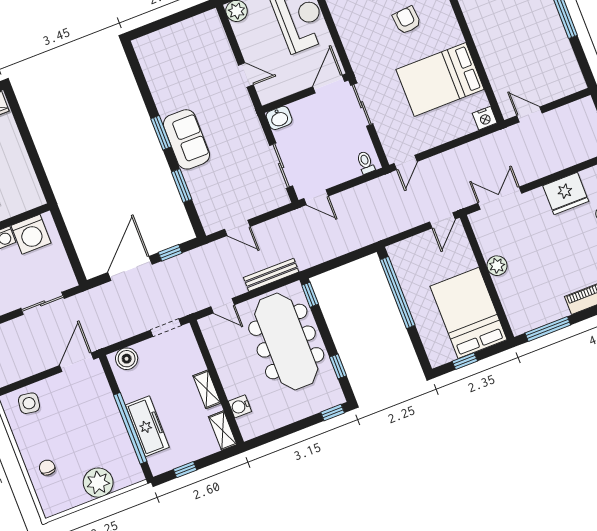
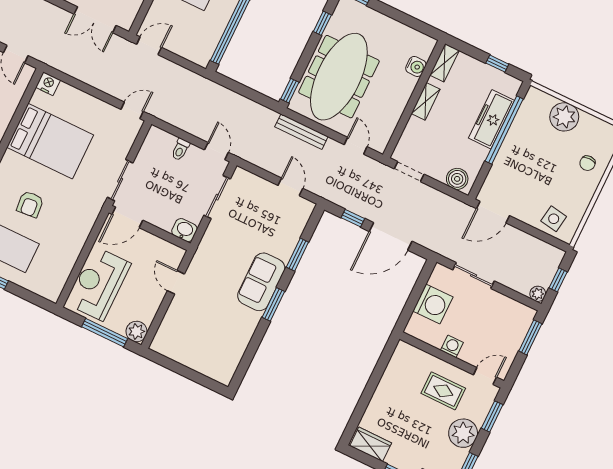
toilet: (366, 163) -> (180, 149), moved
washing machine: (31, 234) -> (433, 304), moved, turned 90

